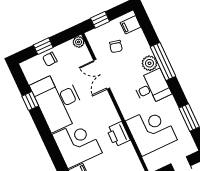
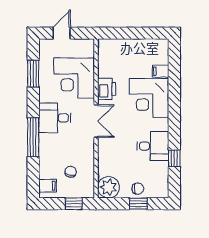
plant: (79, 42) -> (109, 187), width x1.88, depth x1.88
plant: (149, 63) -> (47, 142), removed
double door: (102, 74) -> (96, 121), moved
desk: (58, 101) -> (153, 146), width x0.53, depth x0.77

